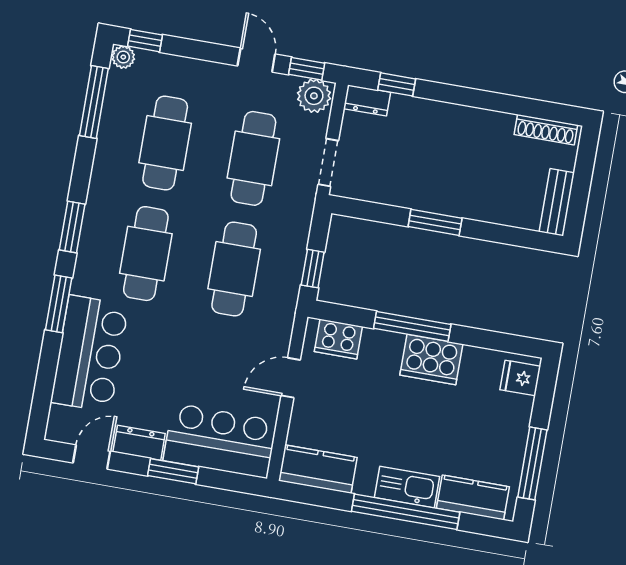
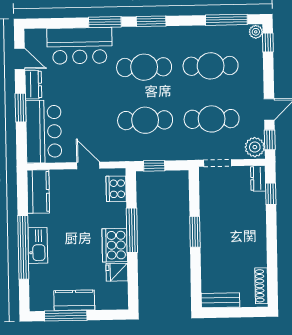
fridge: (520, 378) -> (117, 272), moved, turned -90
kitchen counter: (473, 498) -> (74, 300), moved, turned -90

